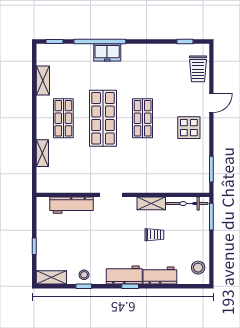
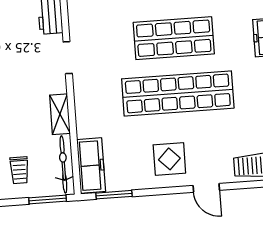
shop shelf: (143, 118) -> (178, 93), width x2.00, depth x1.36
freezer: (189, 184) -> (91, 166), added
trolley: (154, 235) -> (19, 170), moved

